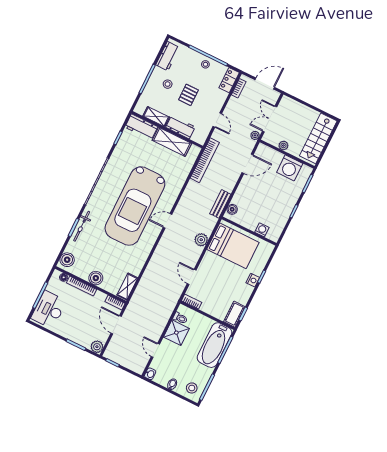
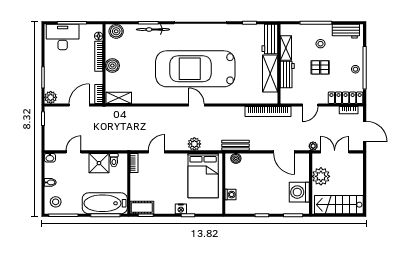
locker: (229, 80) -> (346, 98), width x1.53
plant: (283, 145) -> (321, 176), width x1.88, depth x1.88

